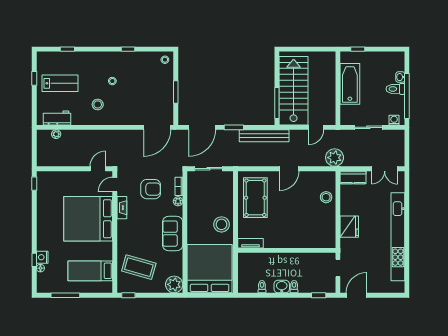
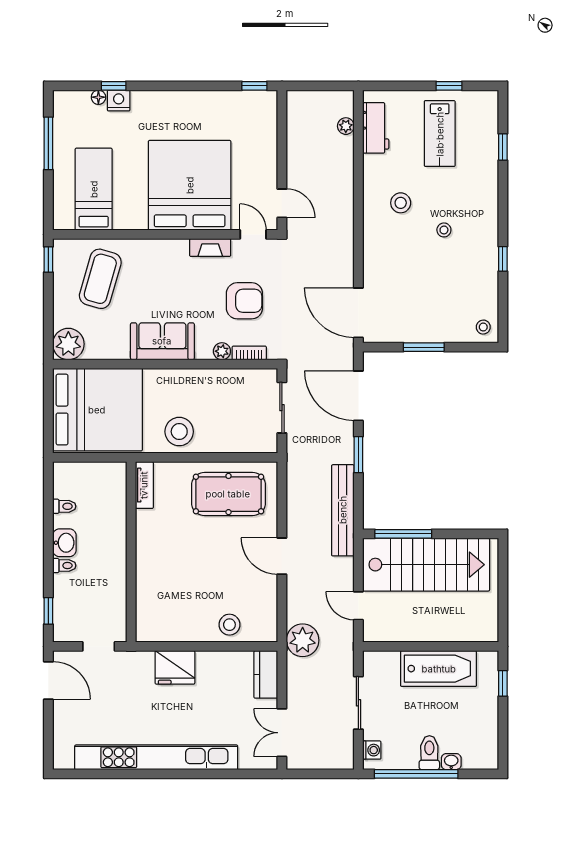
armchair: (151, 189) -> (244, 301), turned -90

